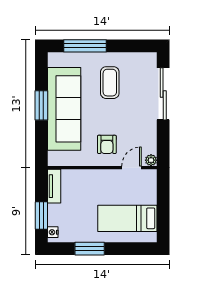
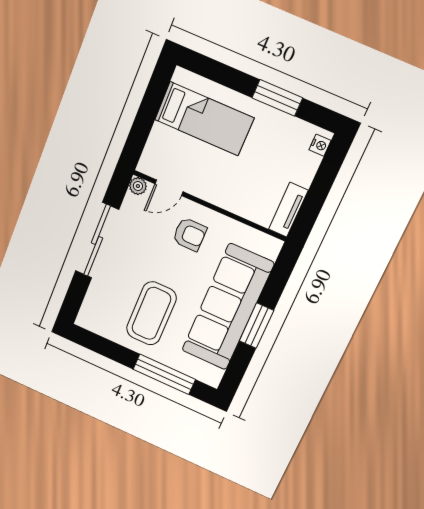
coffee table: (110, 83) -> (151, 313), width x1.36, depth x1.32
sliding door: (163, 94) -> (97, 240), moved
armchair: (107, 144) -> (190, 234), turned 90
window: (41, 216) -> (325, 176), removed

